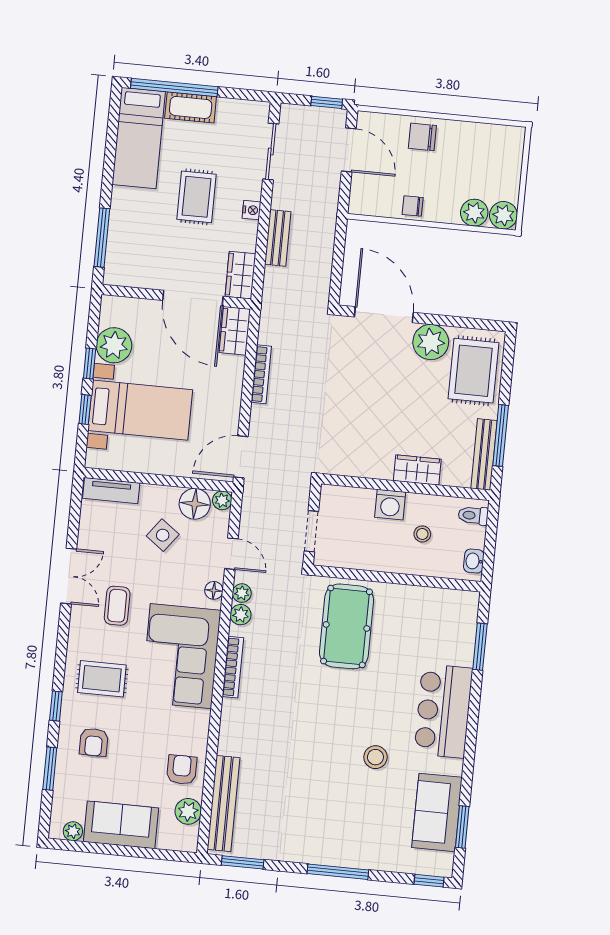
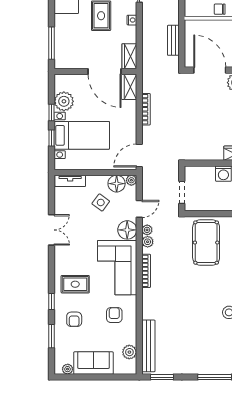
bench: (278, 238) -> (173, 40), moved
door: (231, 554) -> (139, 209), hinge flipped
floor lamp: (214, 590) -> (127, 230), width x1.89, depth x1.89
coffee table: (117, 606) -> (80, 243), removed
armchair: (182, 770) -> (114, 315), moved

